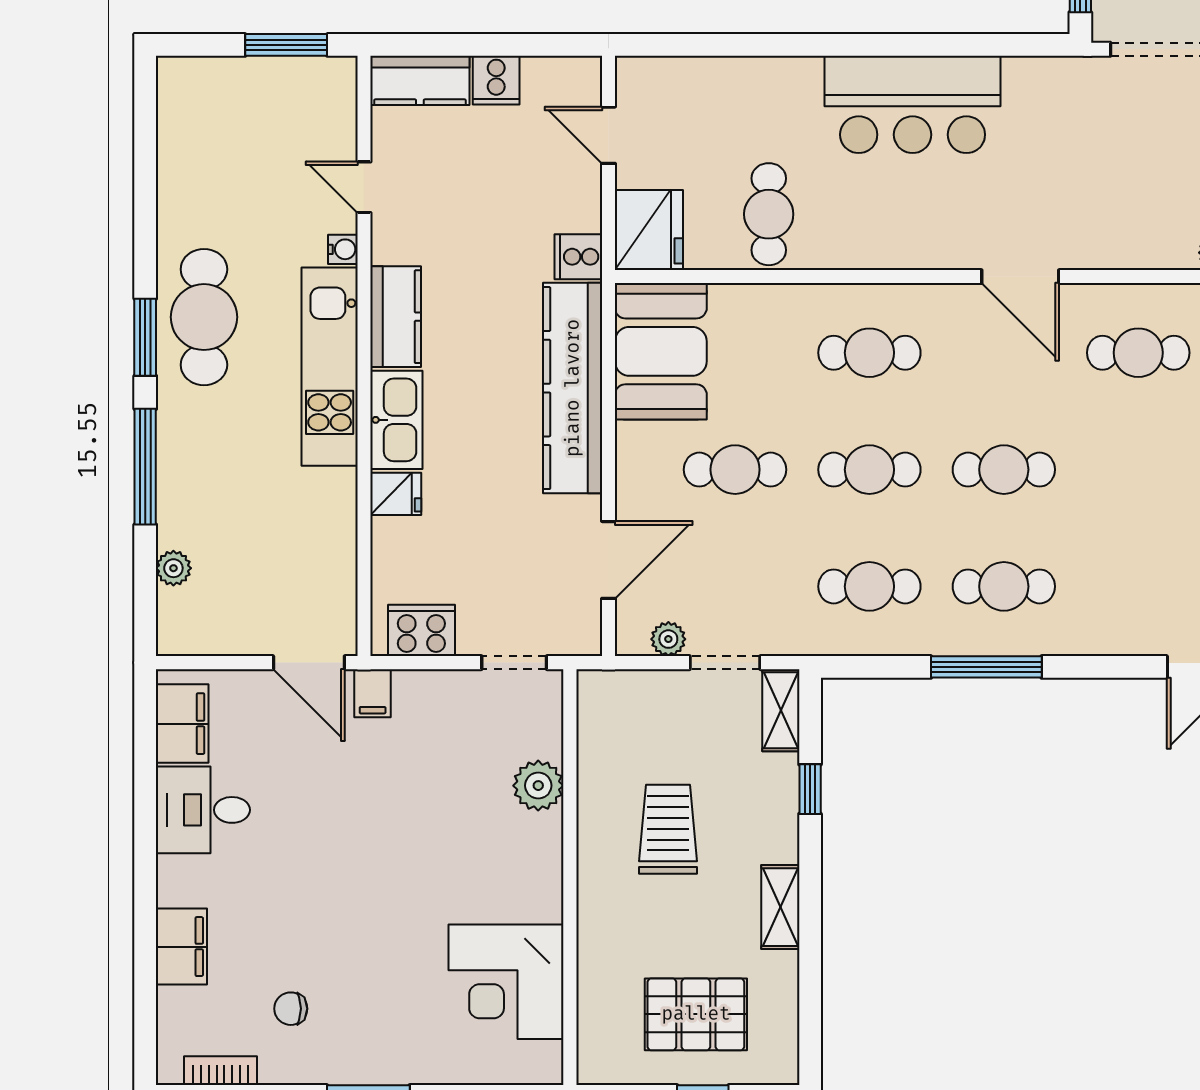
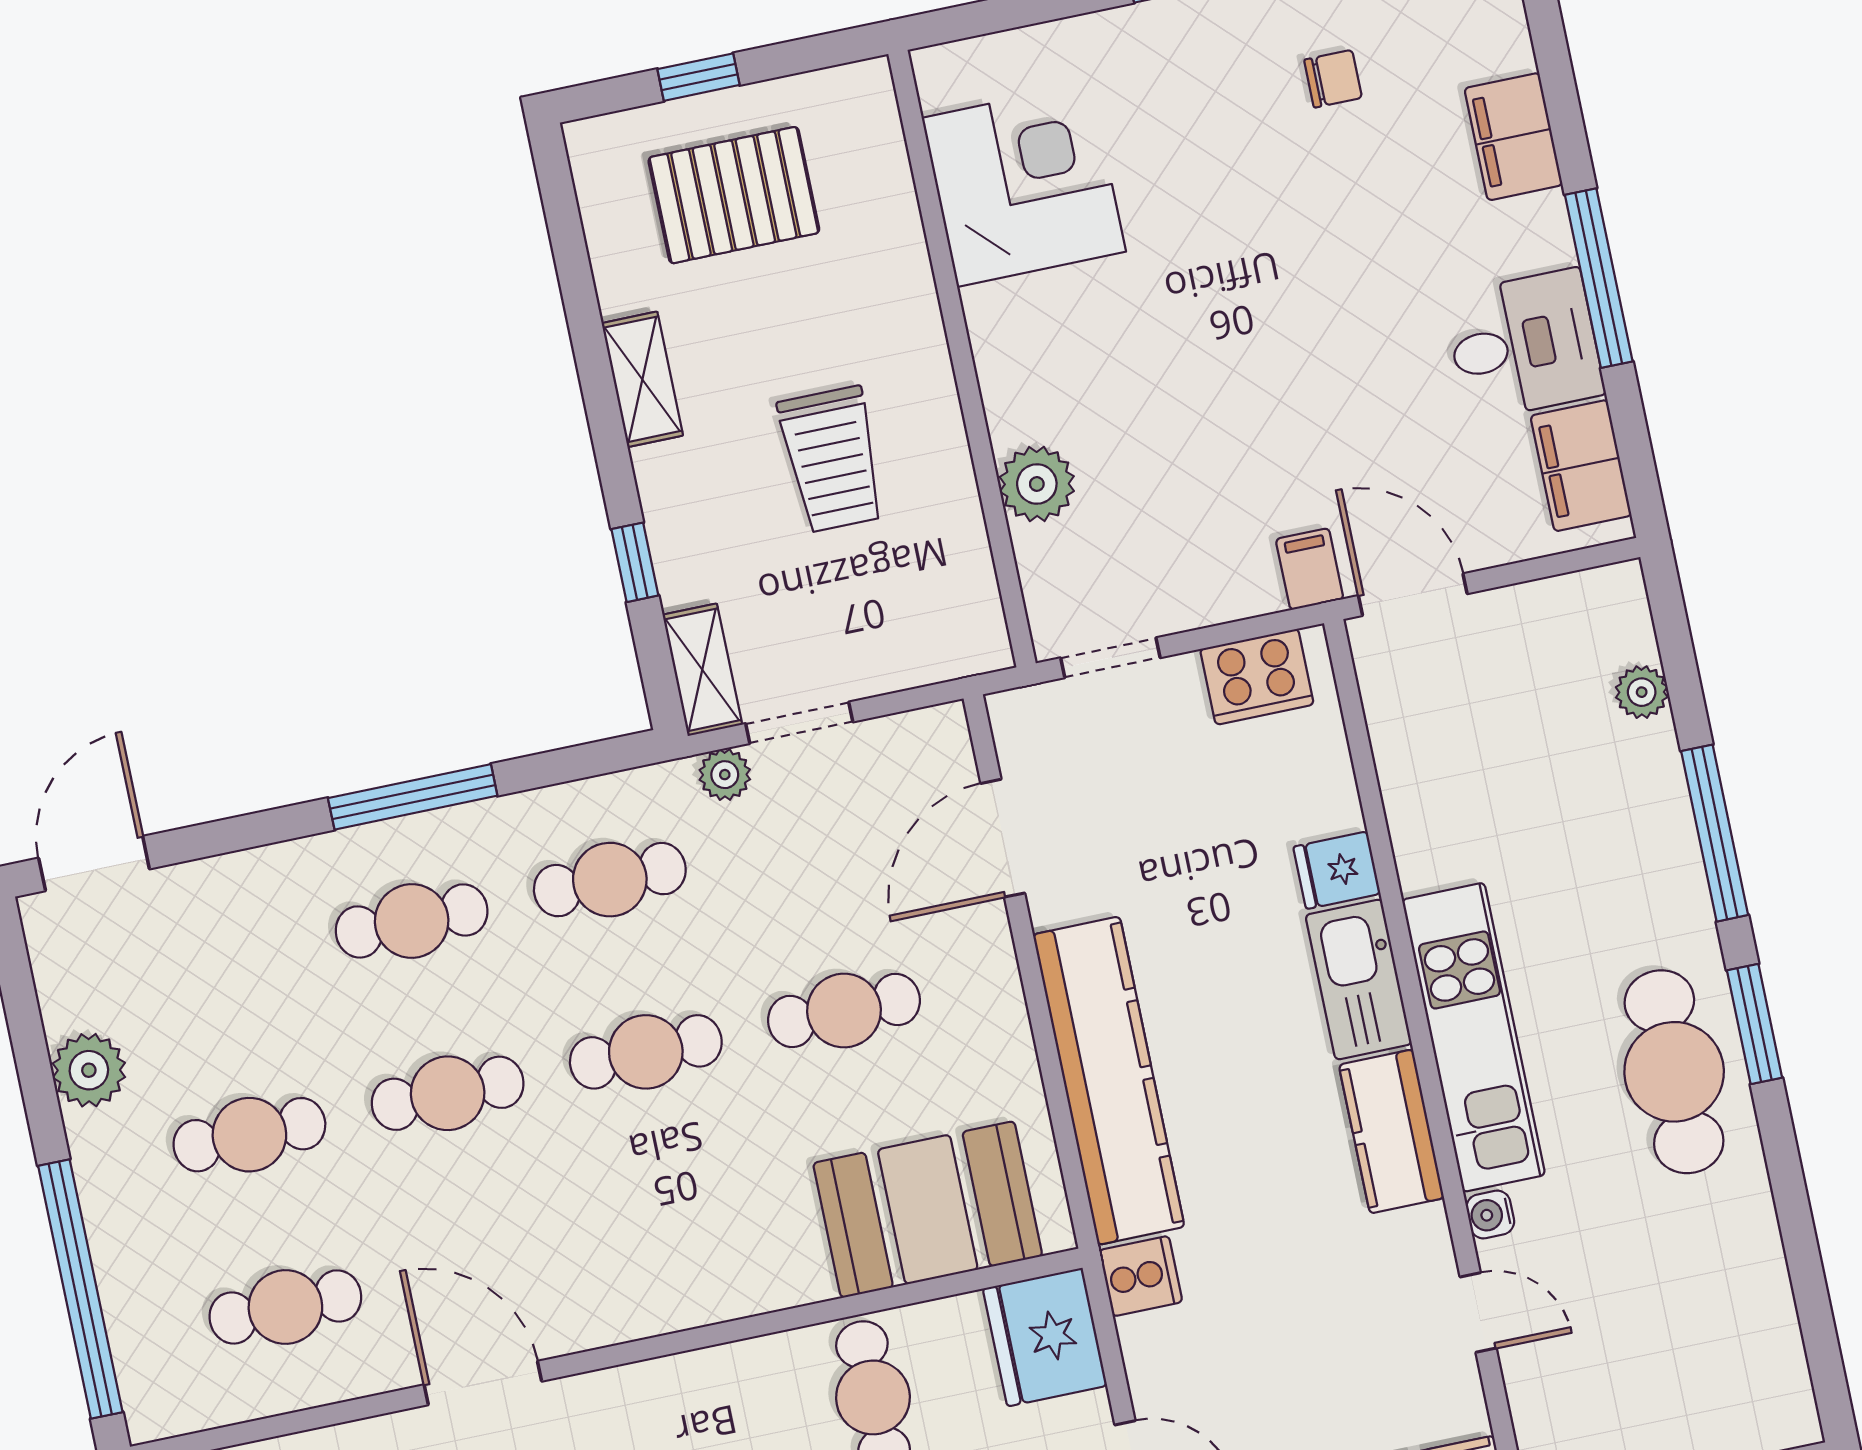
booth: (661, 351) -> (928, 1210), moved, turned 90
cafe table: (869, 353) -> (249, 1135), moved
plant: (668, 639) -> (725, 775), moved
window: (145, 843) -> (1599, 278), added

